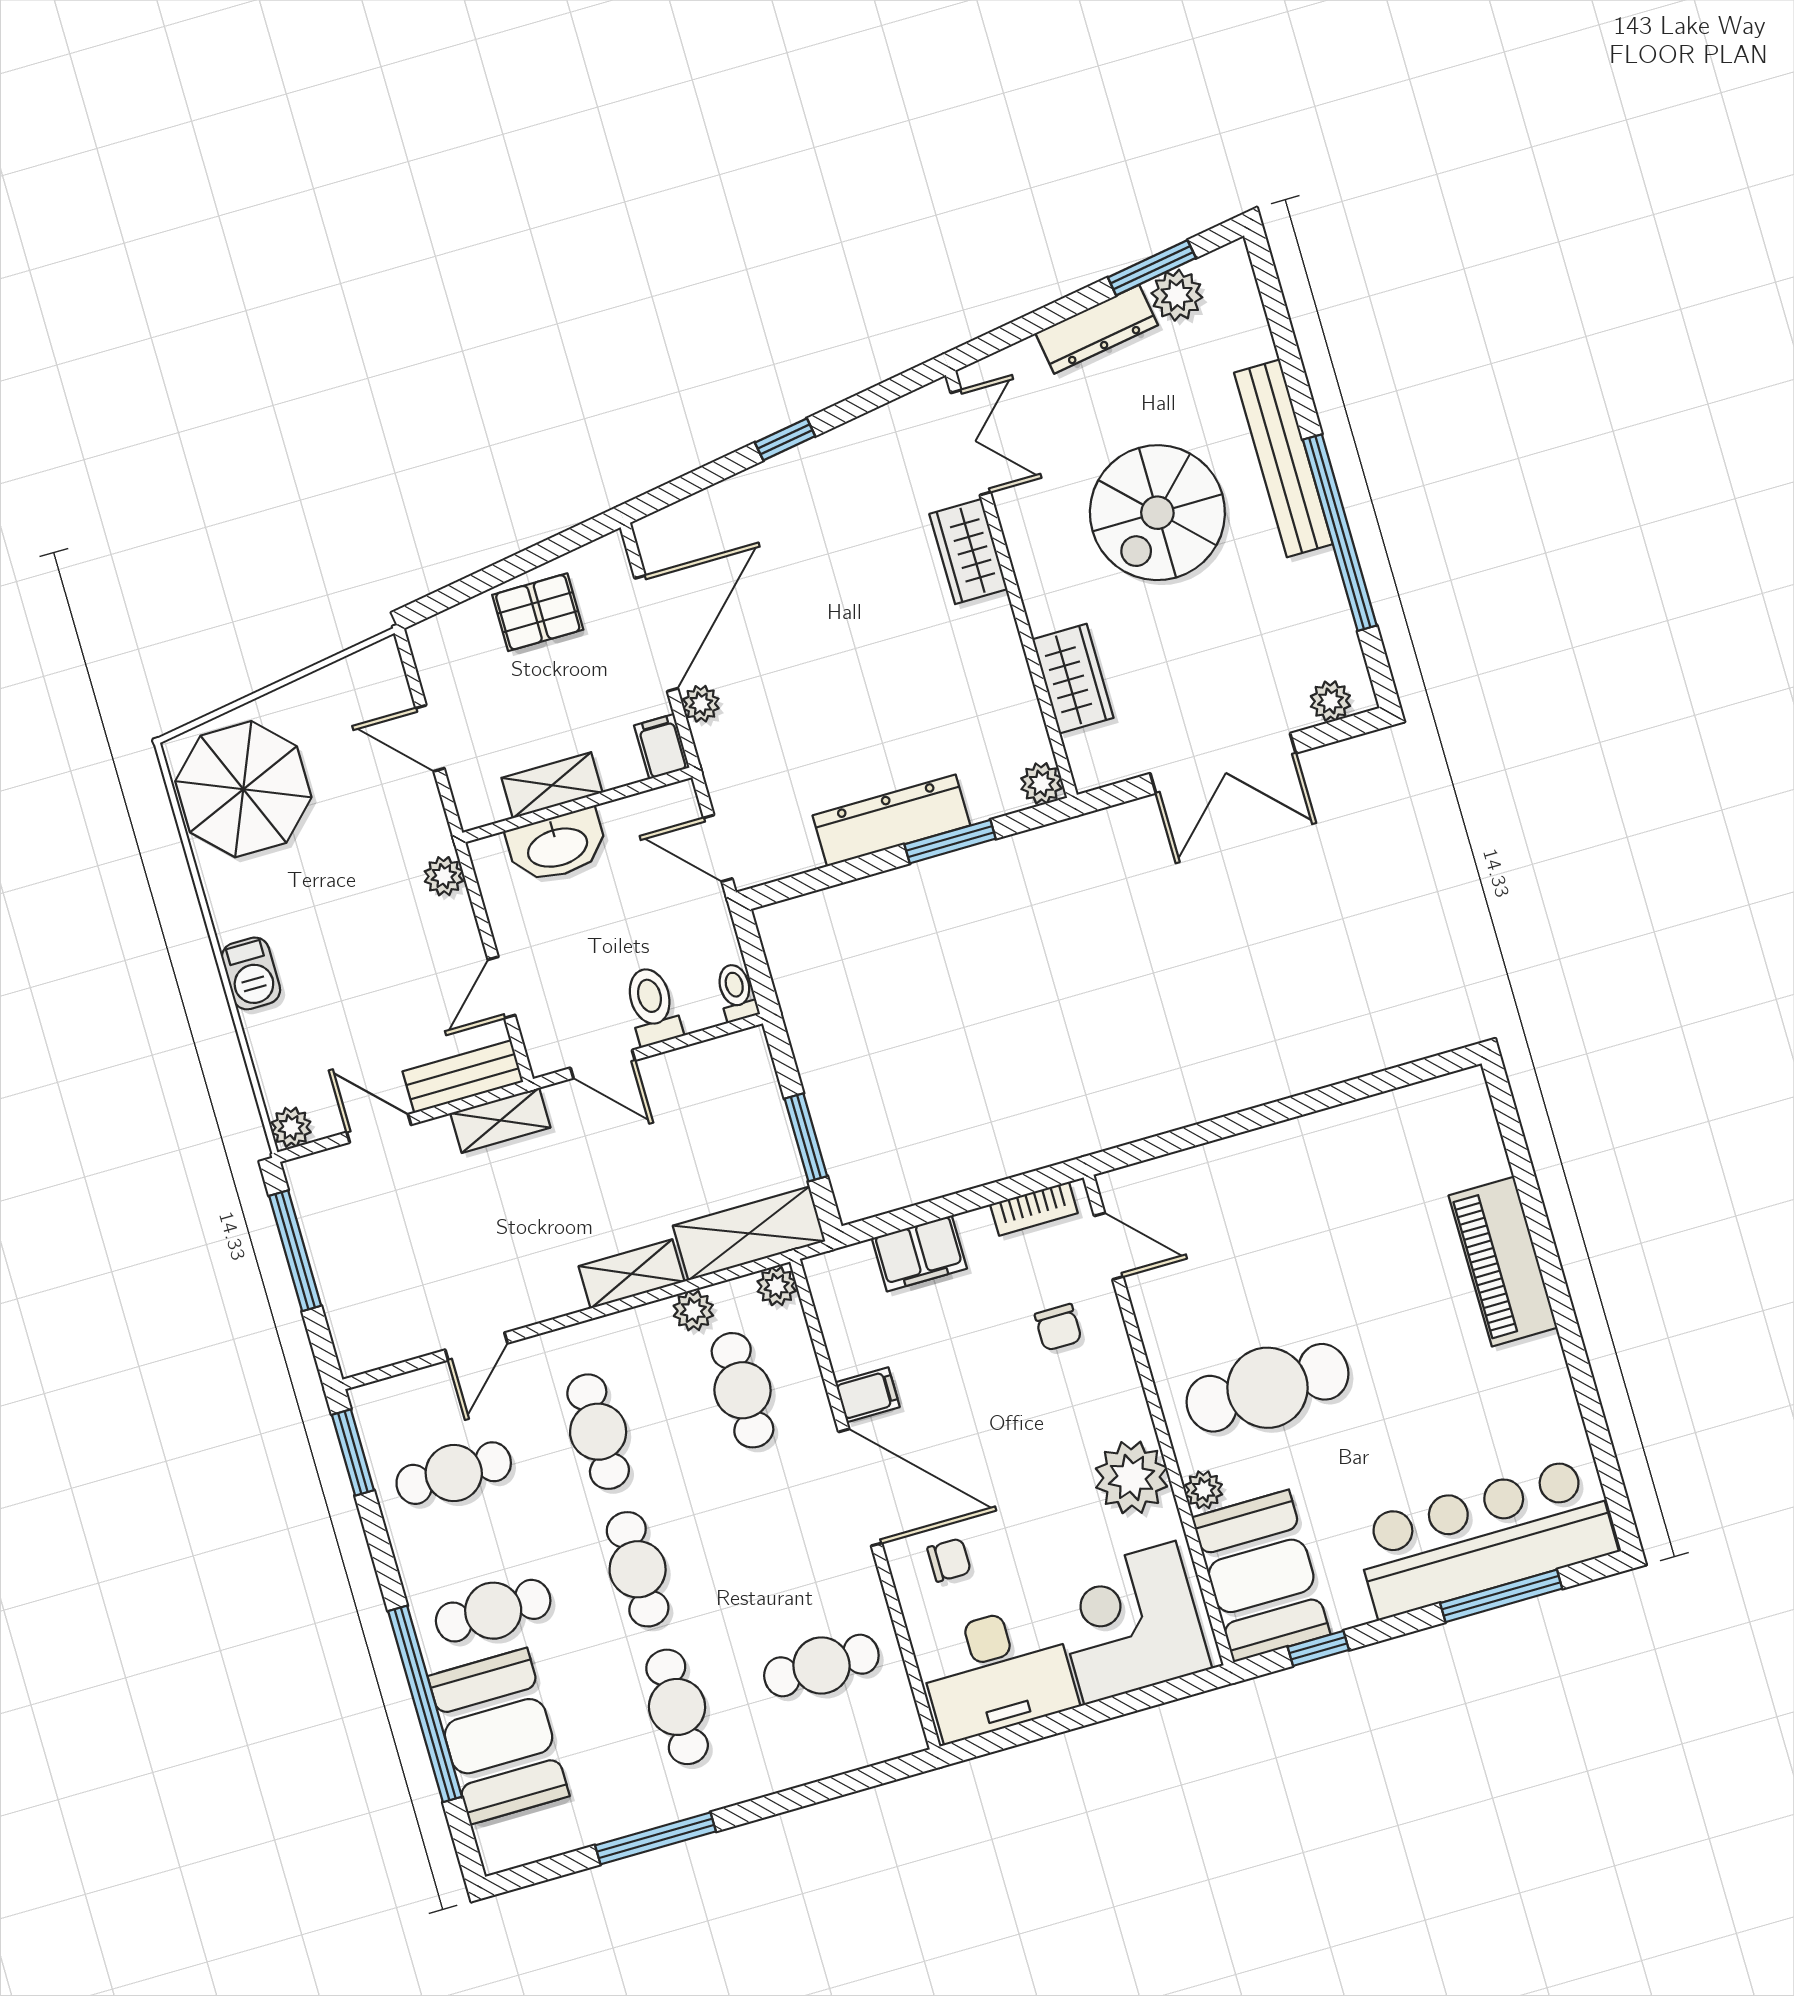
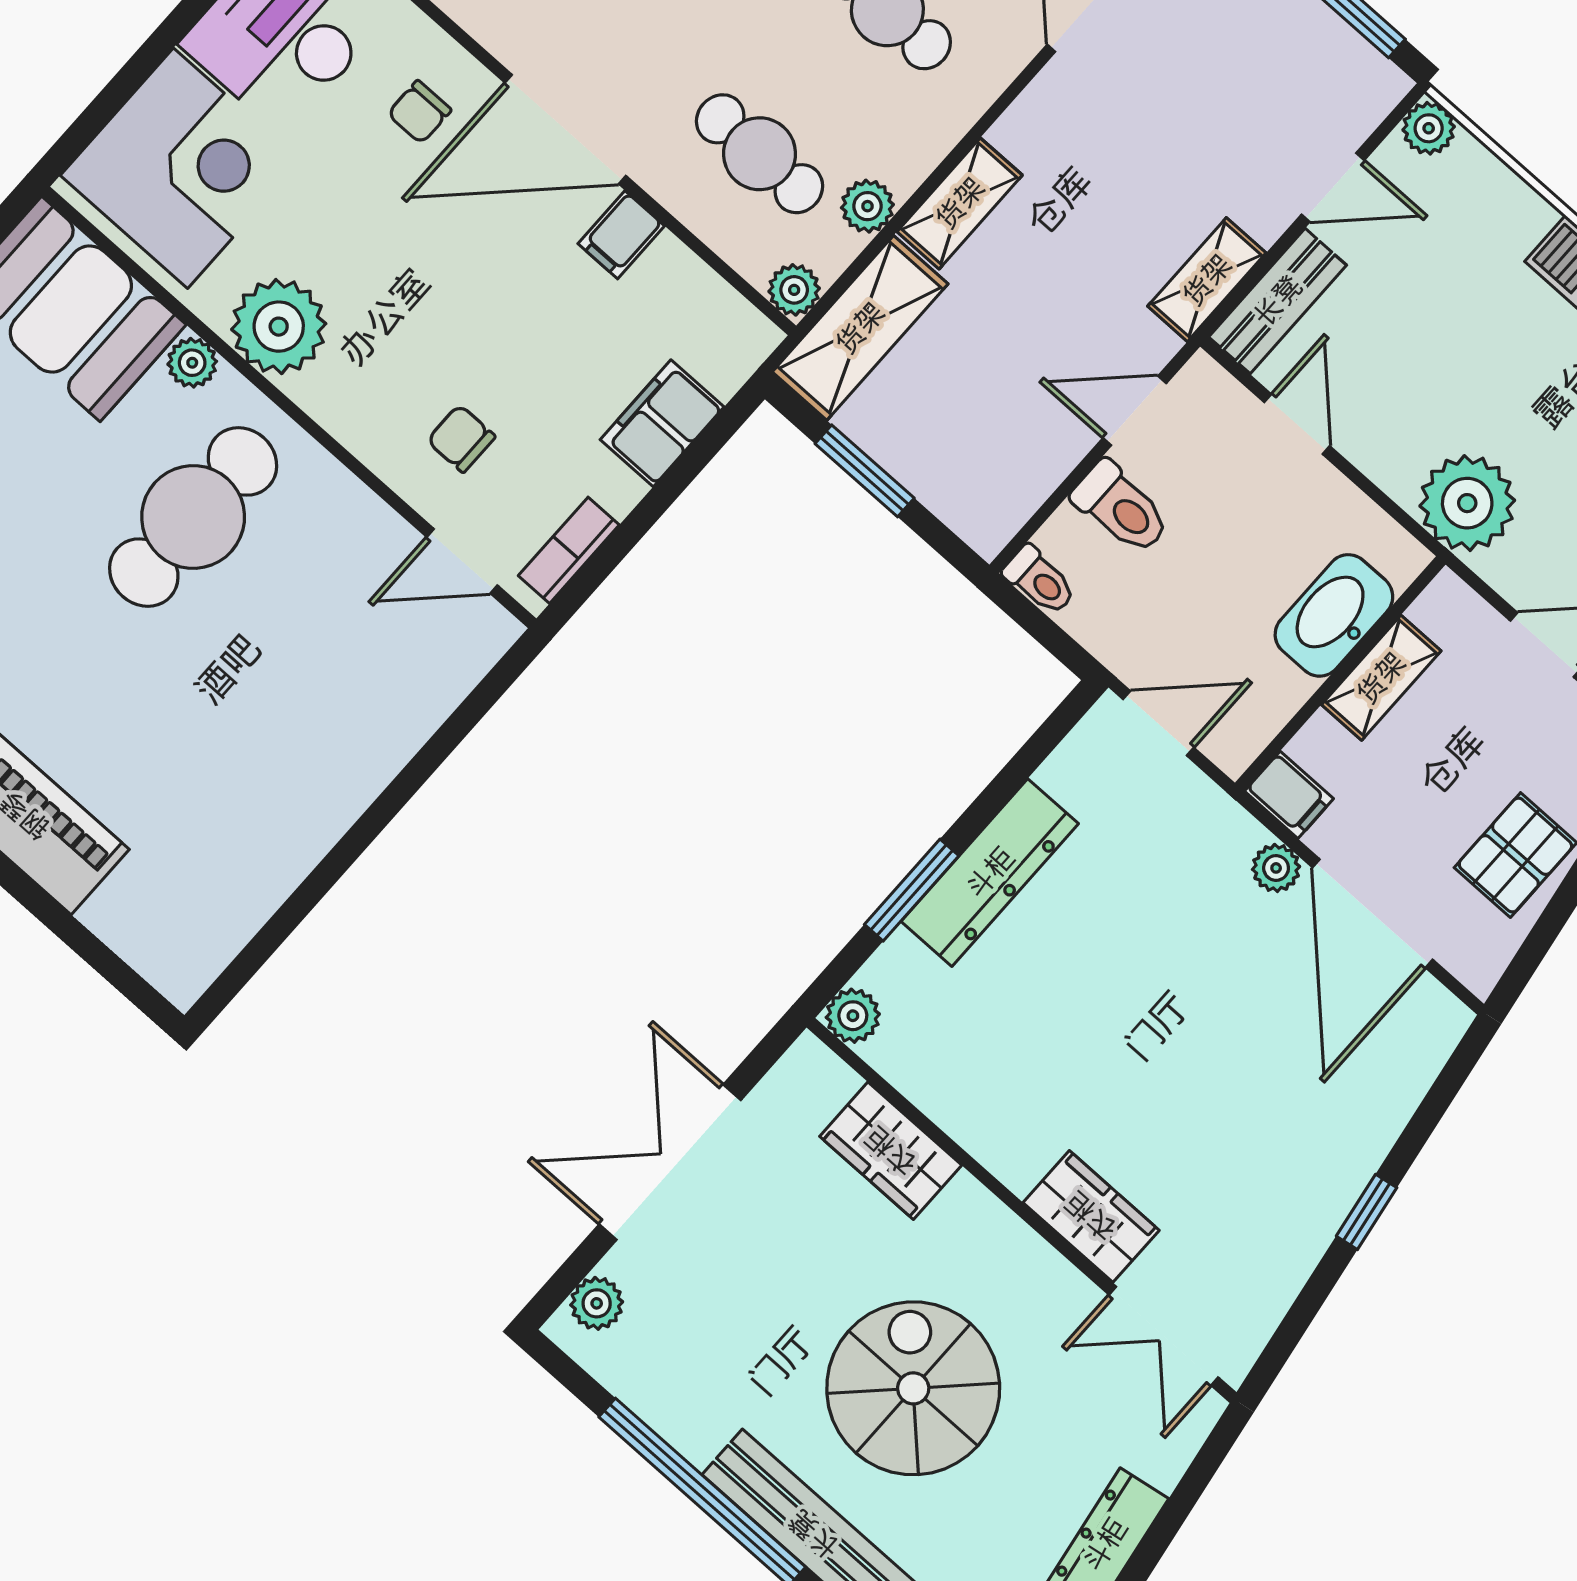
plant: (444, 876) -> (1467, 503), width x1.87, depth x1.87

